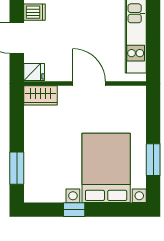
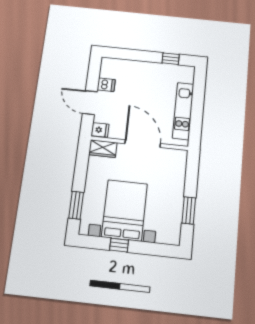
door: (89, 84) -> (143, 144), width x1.36
bed with nightstands: (106, 168) -> (125, 210), moved

